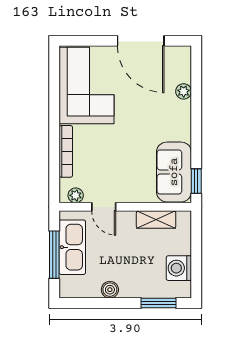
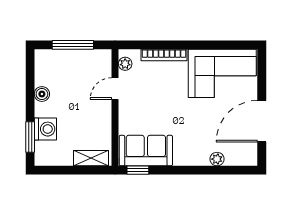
shelving: (156, 220) -> (91, 158), moved, turned 90
kitchen sink: (72, 247) -> (79, 61), removed
washing machine: (179, 268) -> (45, 129), moved, turned 90

